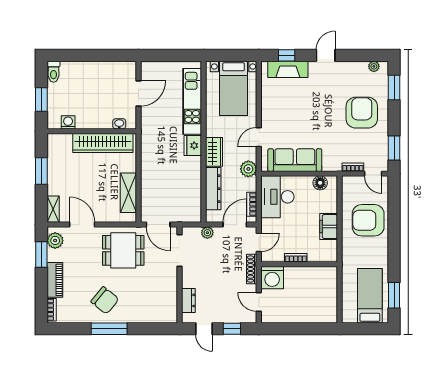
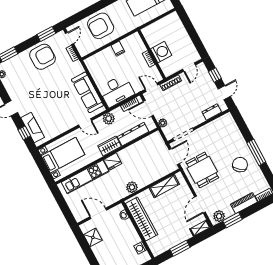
shower: (112, 71) -> (93, 237), added
armchair: (362, 113) -> (43, 57), moved, turned 180
plant: (148, 152) -> (132, 187), added
floor lamp: (320, 183) -> (93, 69), removed
armchair: (368, 220) -> (101, 26), turned 90
filing cabinet: (329, 227) -> (118, 49), width x0.50
washing machine: (272, 278) -> (161, 52), moved

